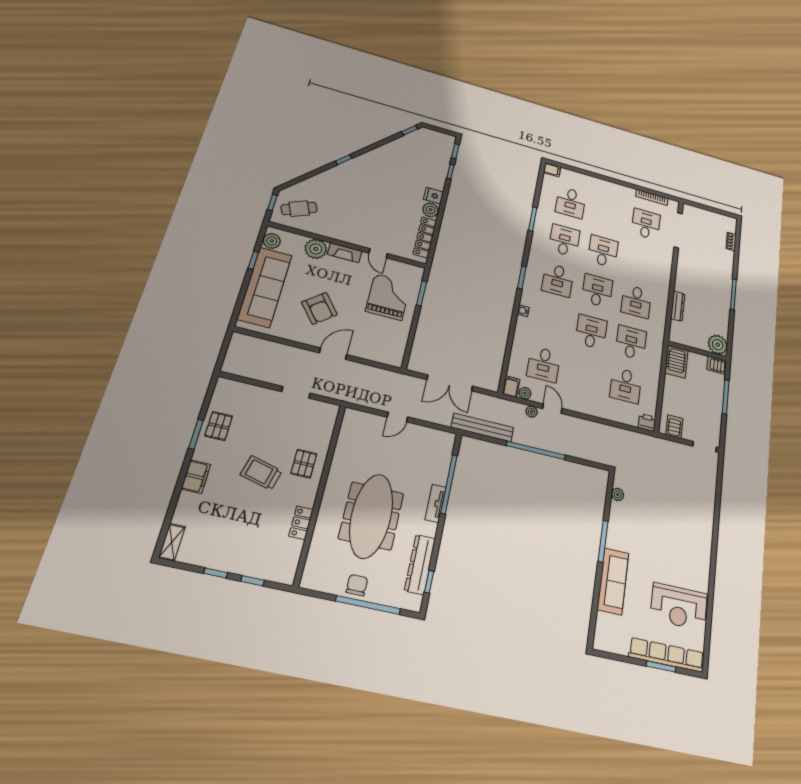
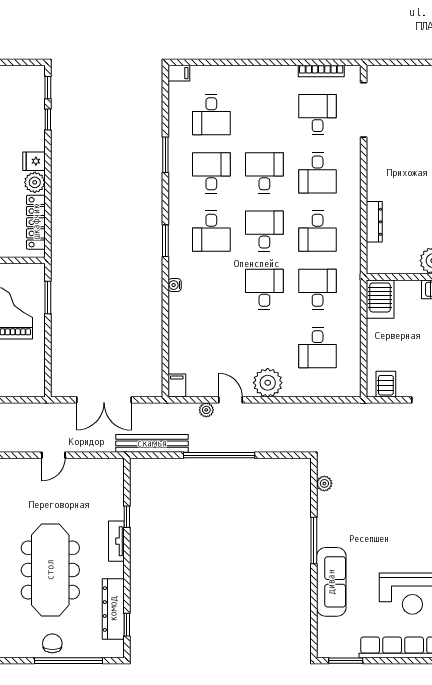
desk: (544, 364) -> (318, 173), moved
plant: (525, 393) -> (268, 383), moved, width x1.88, depth x1.88
printer: (647, 422) -> (350, 388), removed
window: (449, 484) -> (127, 517), width x0.32
window: (661, 666) -> (346, 661), moved

